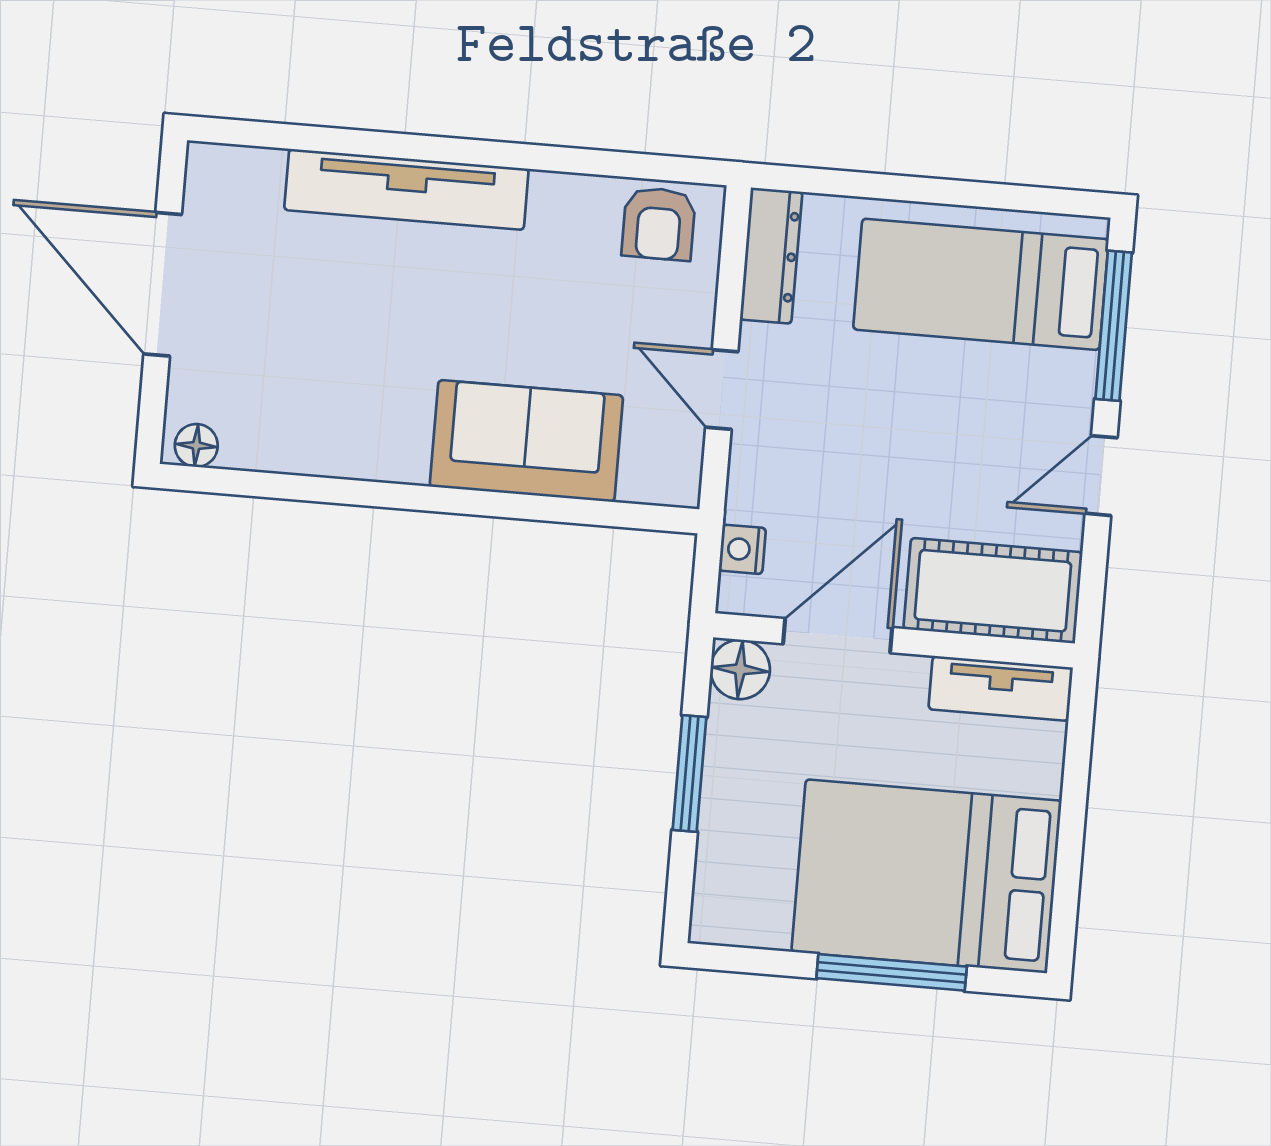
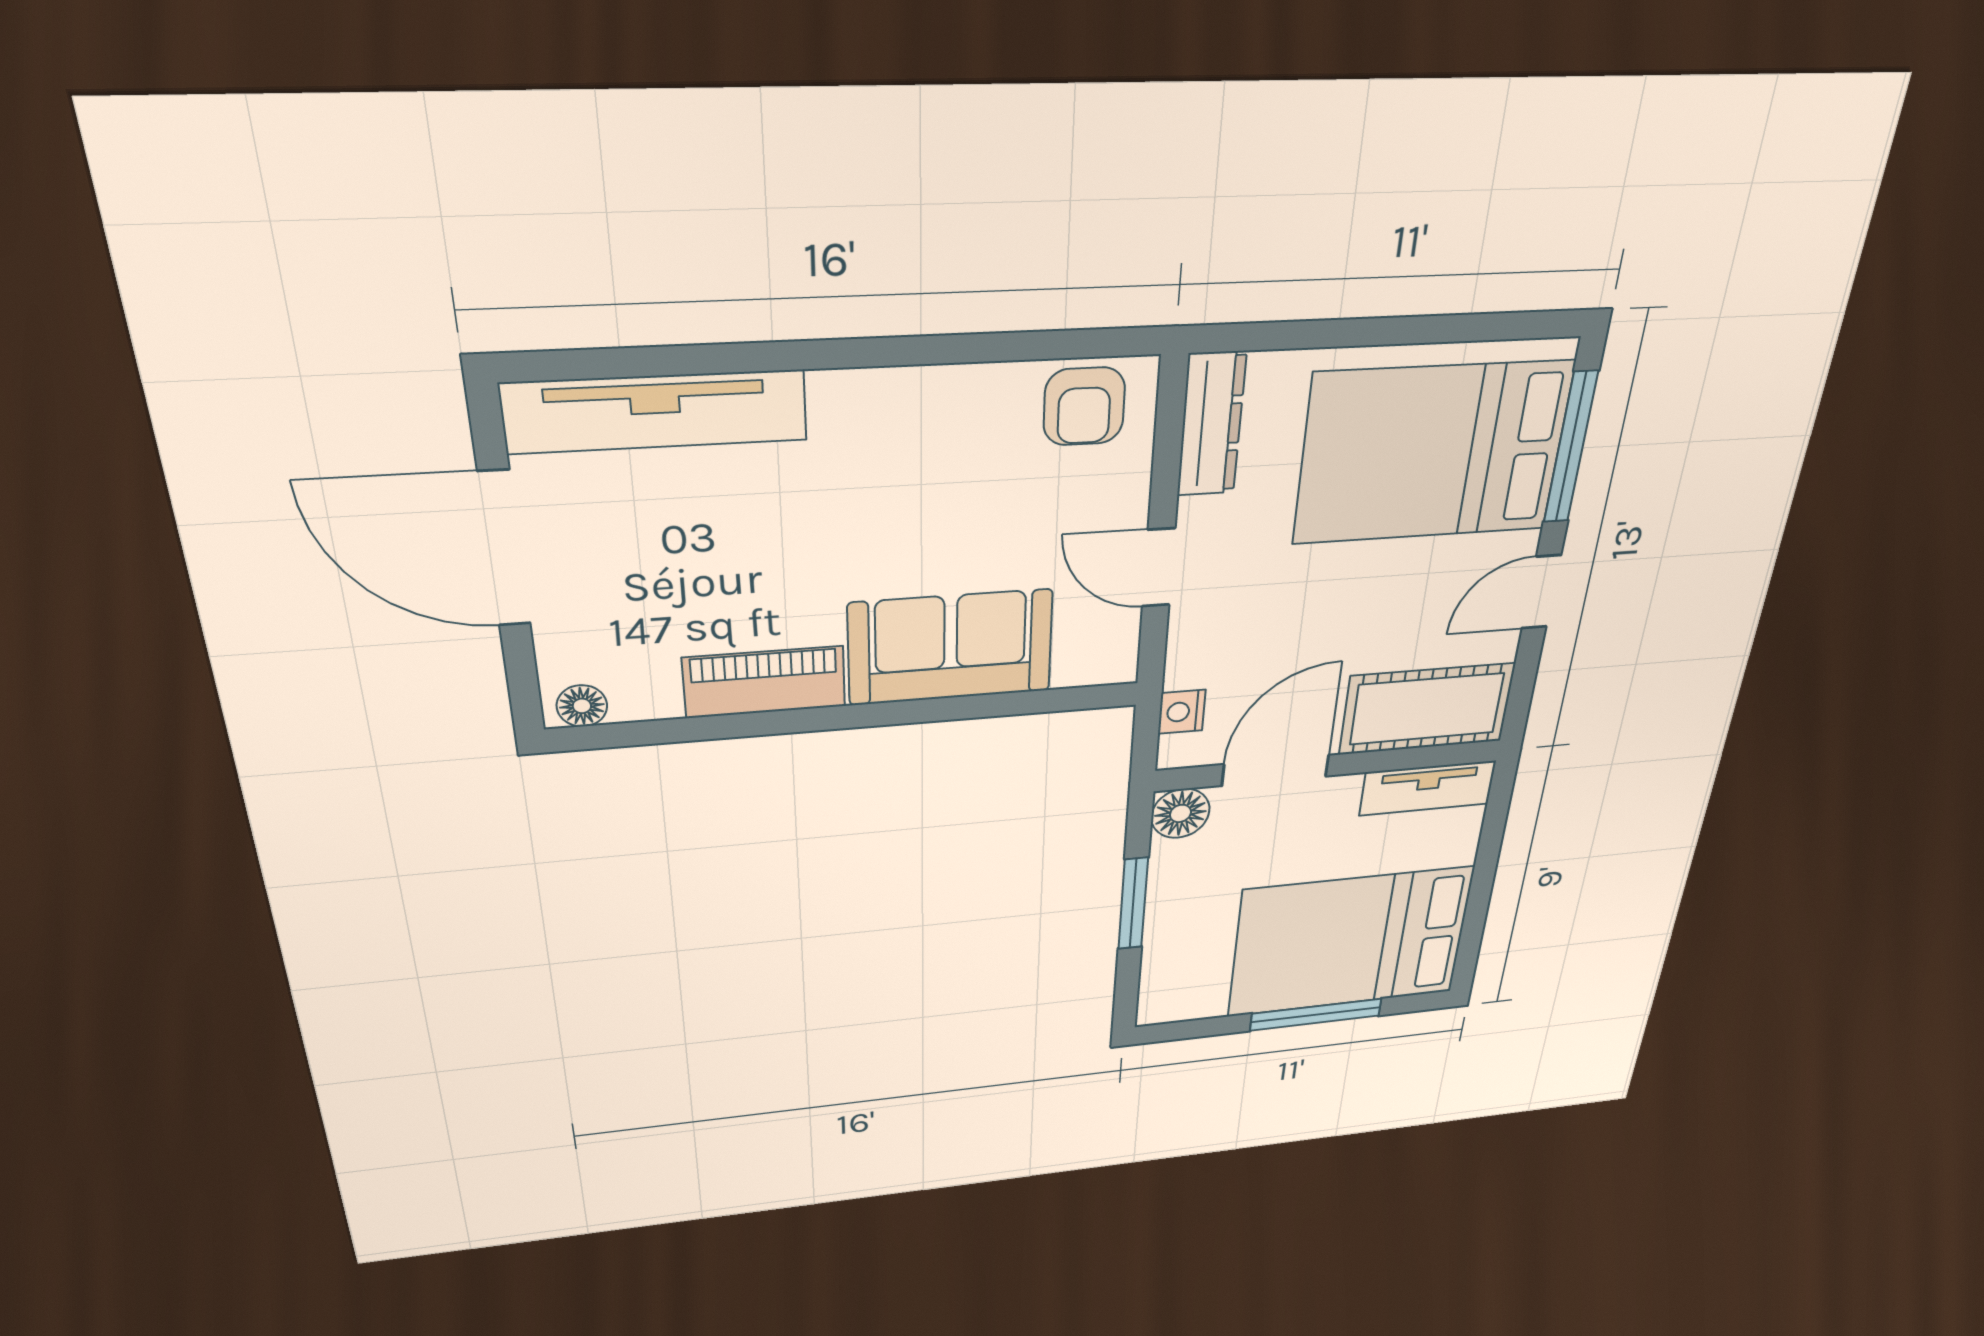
tv unit: (406, 189) -> (656, 412), moved
bed: (981, 284) -> (1433, 453), width x1.50
piano: (357, 449) -> (764, 682), added

